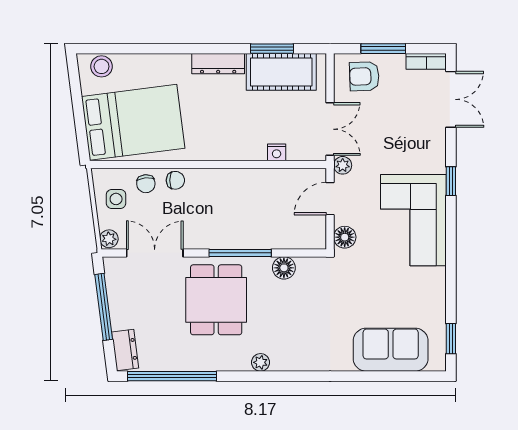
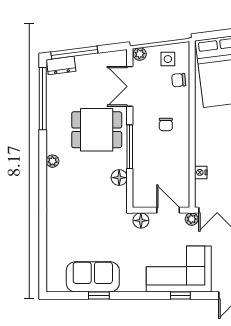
chair: (175, 180) -> (166, 124), moved
corner sofa: (413, 220) -> (179, 269), moved
double door: (155, 253) -> (130, 86), swing flipped
window: (104, 307) -> (74, 53), moved
window: (451, 339) -> (99, 295), moved
sofa: (391, 350) -> (93, 277), moved, turned -90

